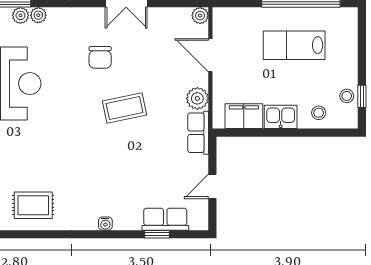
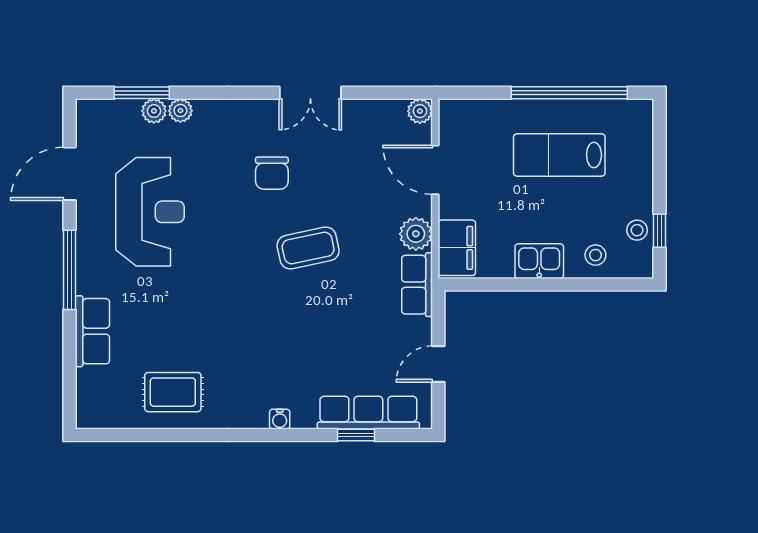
filing cabinet: (244, 116) -> (457, 248), moved, turned 90
row of seats: (165, 219) -> (368, 413), width x1.48

